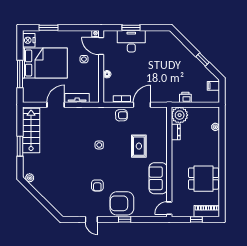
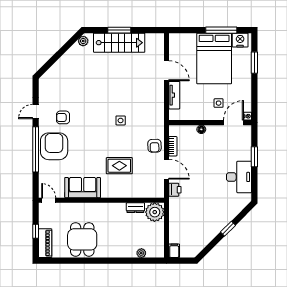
desk: (131, 41) -> (239, 177), moved
window: (203, 59) -> (228, 229), moved
window: (20, 74) -> (221, 30), moved
filing cabinet: (213, 86) -> (174, 251), moved
printer: (185, 97) -> (175, 190), moved
stairs: (31, 131) -> (119, 43), moved
armchair: (97, 185) -> (63, 117), moved
window: (125, 219) -> (36, 149), width x3.17

